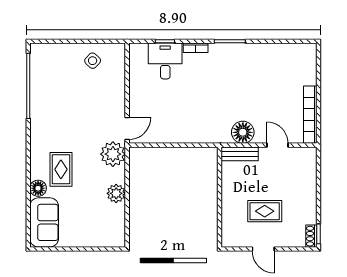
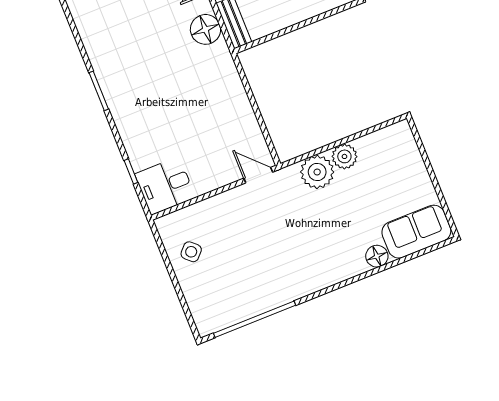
bookcase: (196, 48) -> (124, 130), removed
desk: (165, 61) -> (165, 186), moved
plant: (113, 154) -> (317, 172), moved
rug: (61, 169) -> (342, 237), removed

